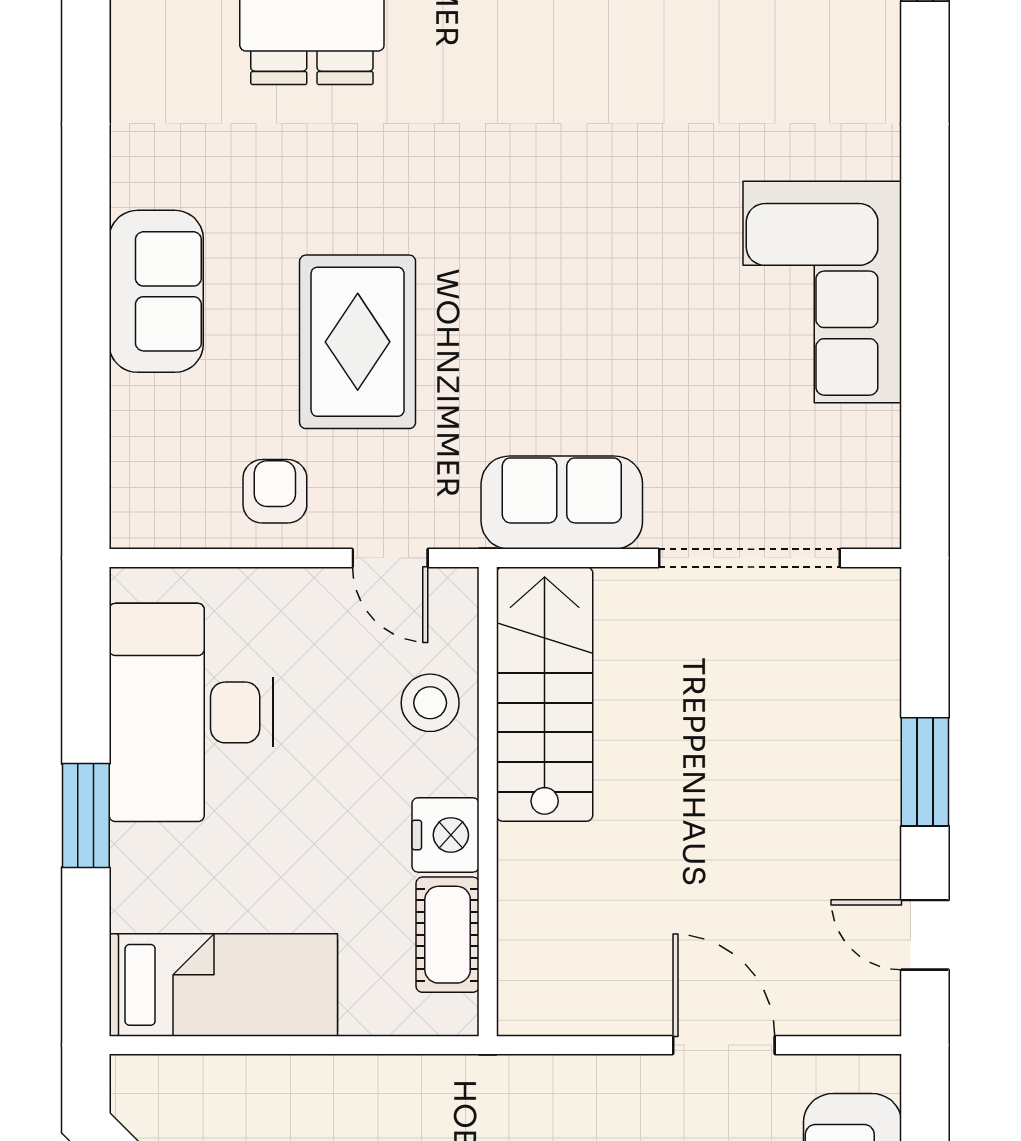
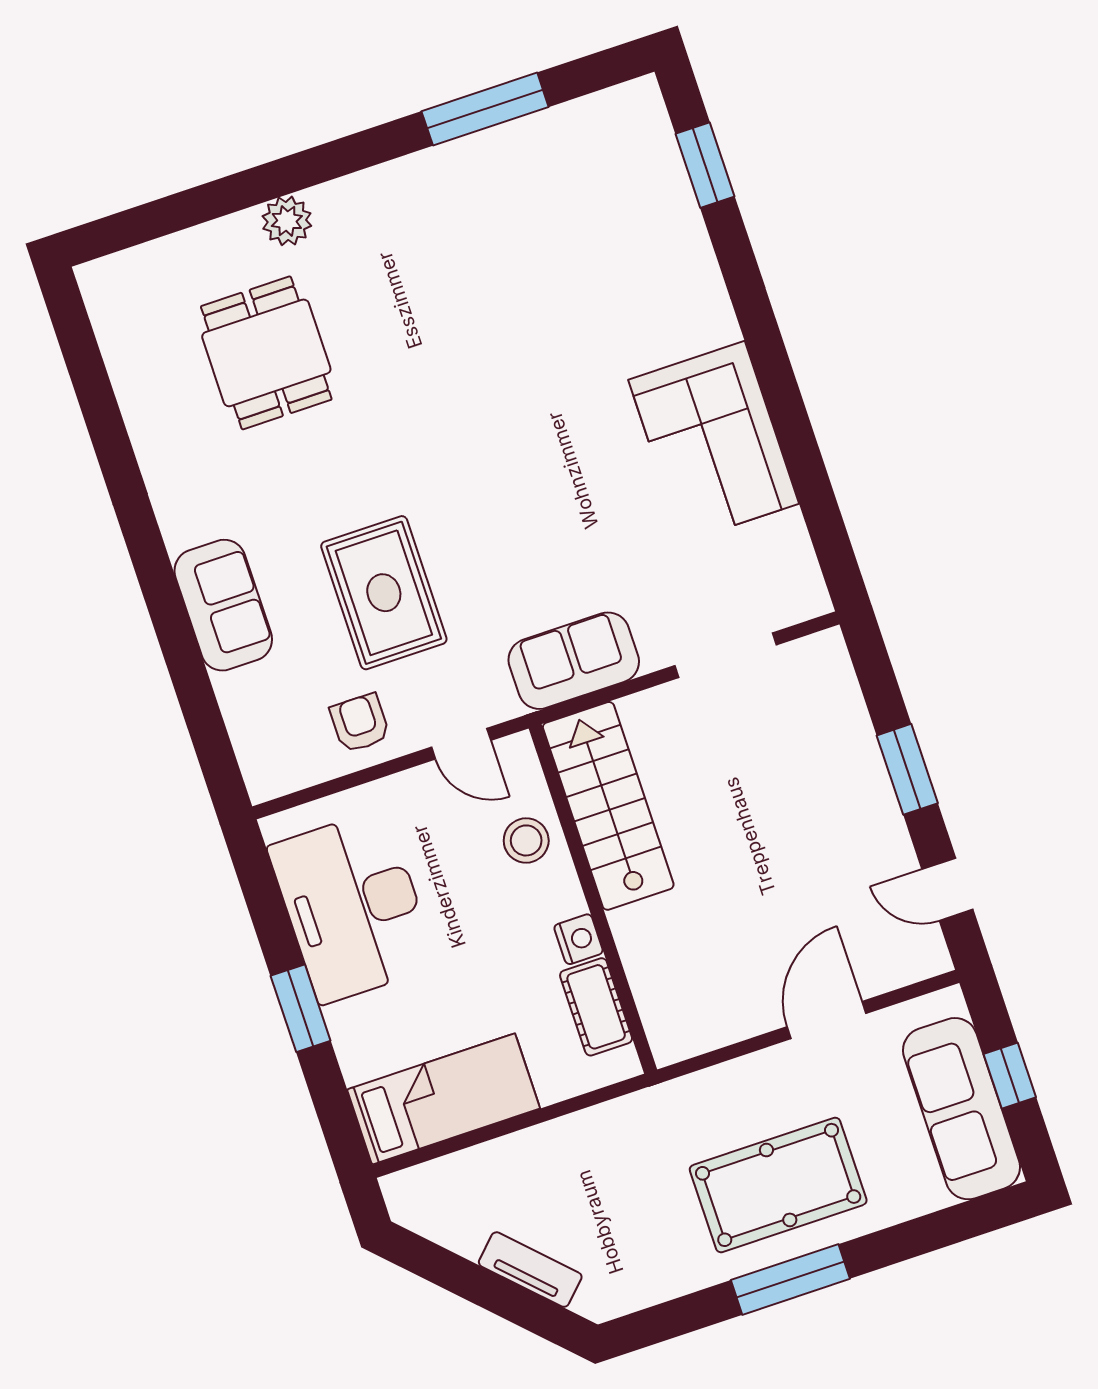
doorway: (749, 558) -> (726, 655), width x0.73
nightstand: (446, 835) -> (578, 939), width x0.74, depth x0.75
door: (724, 1045) -> (827, 1020), hinge flipped

